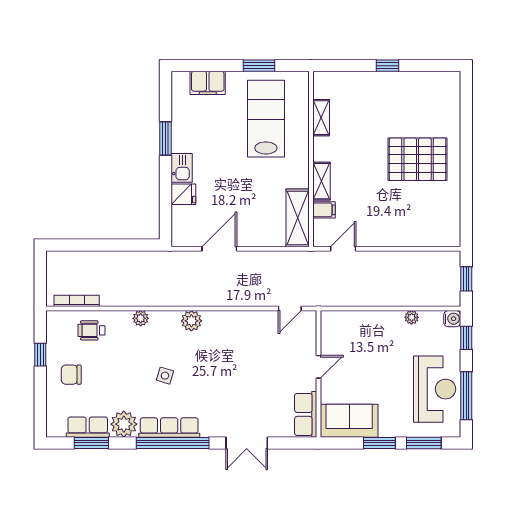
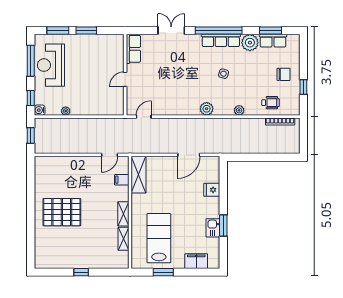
lab bench: (266, 119) -> (159, 238), turned 180
kitchen sink: (182, 168) -> (213, 228), moved
shelving: (322, 181) -> (123, 214), moved
sofa: (349, 421) -> (106, 45), removed

